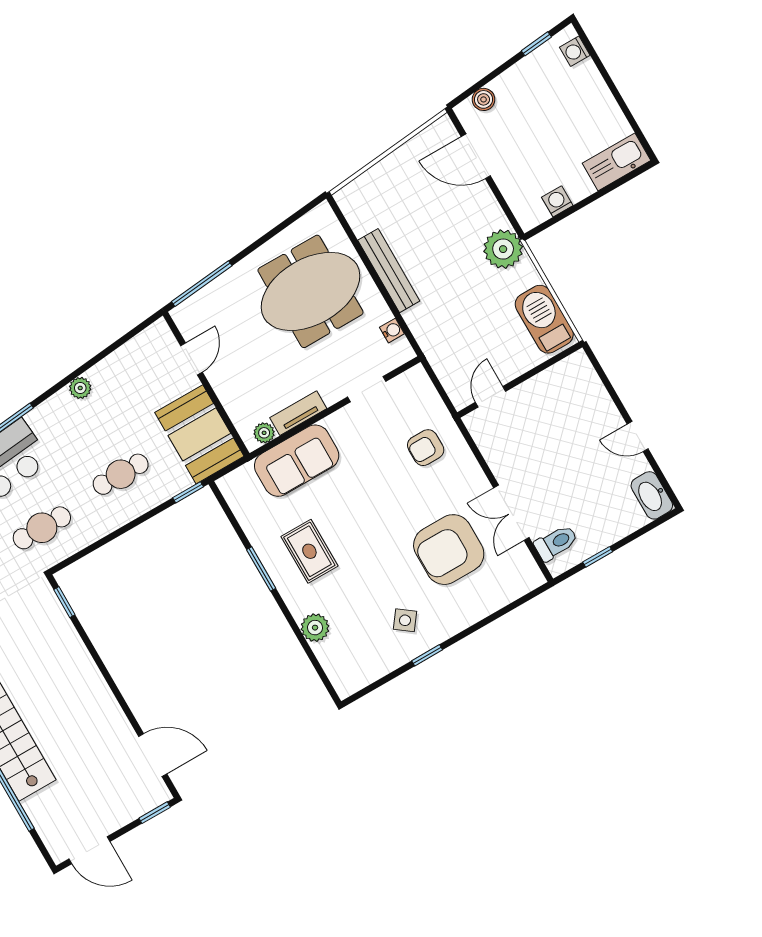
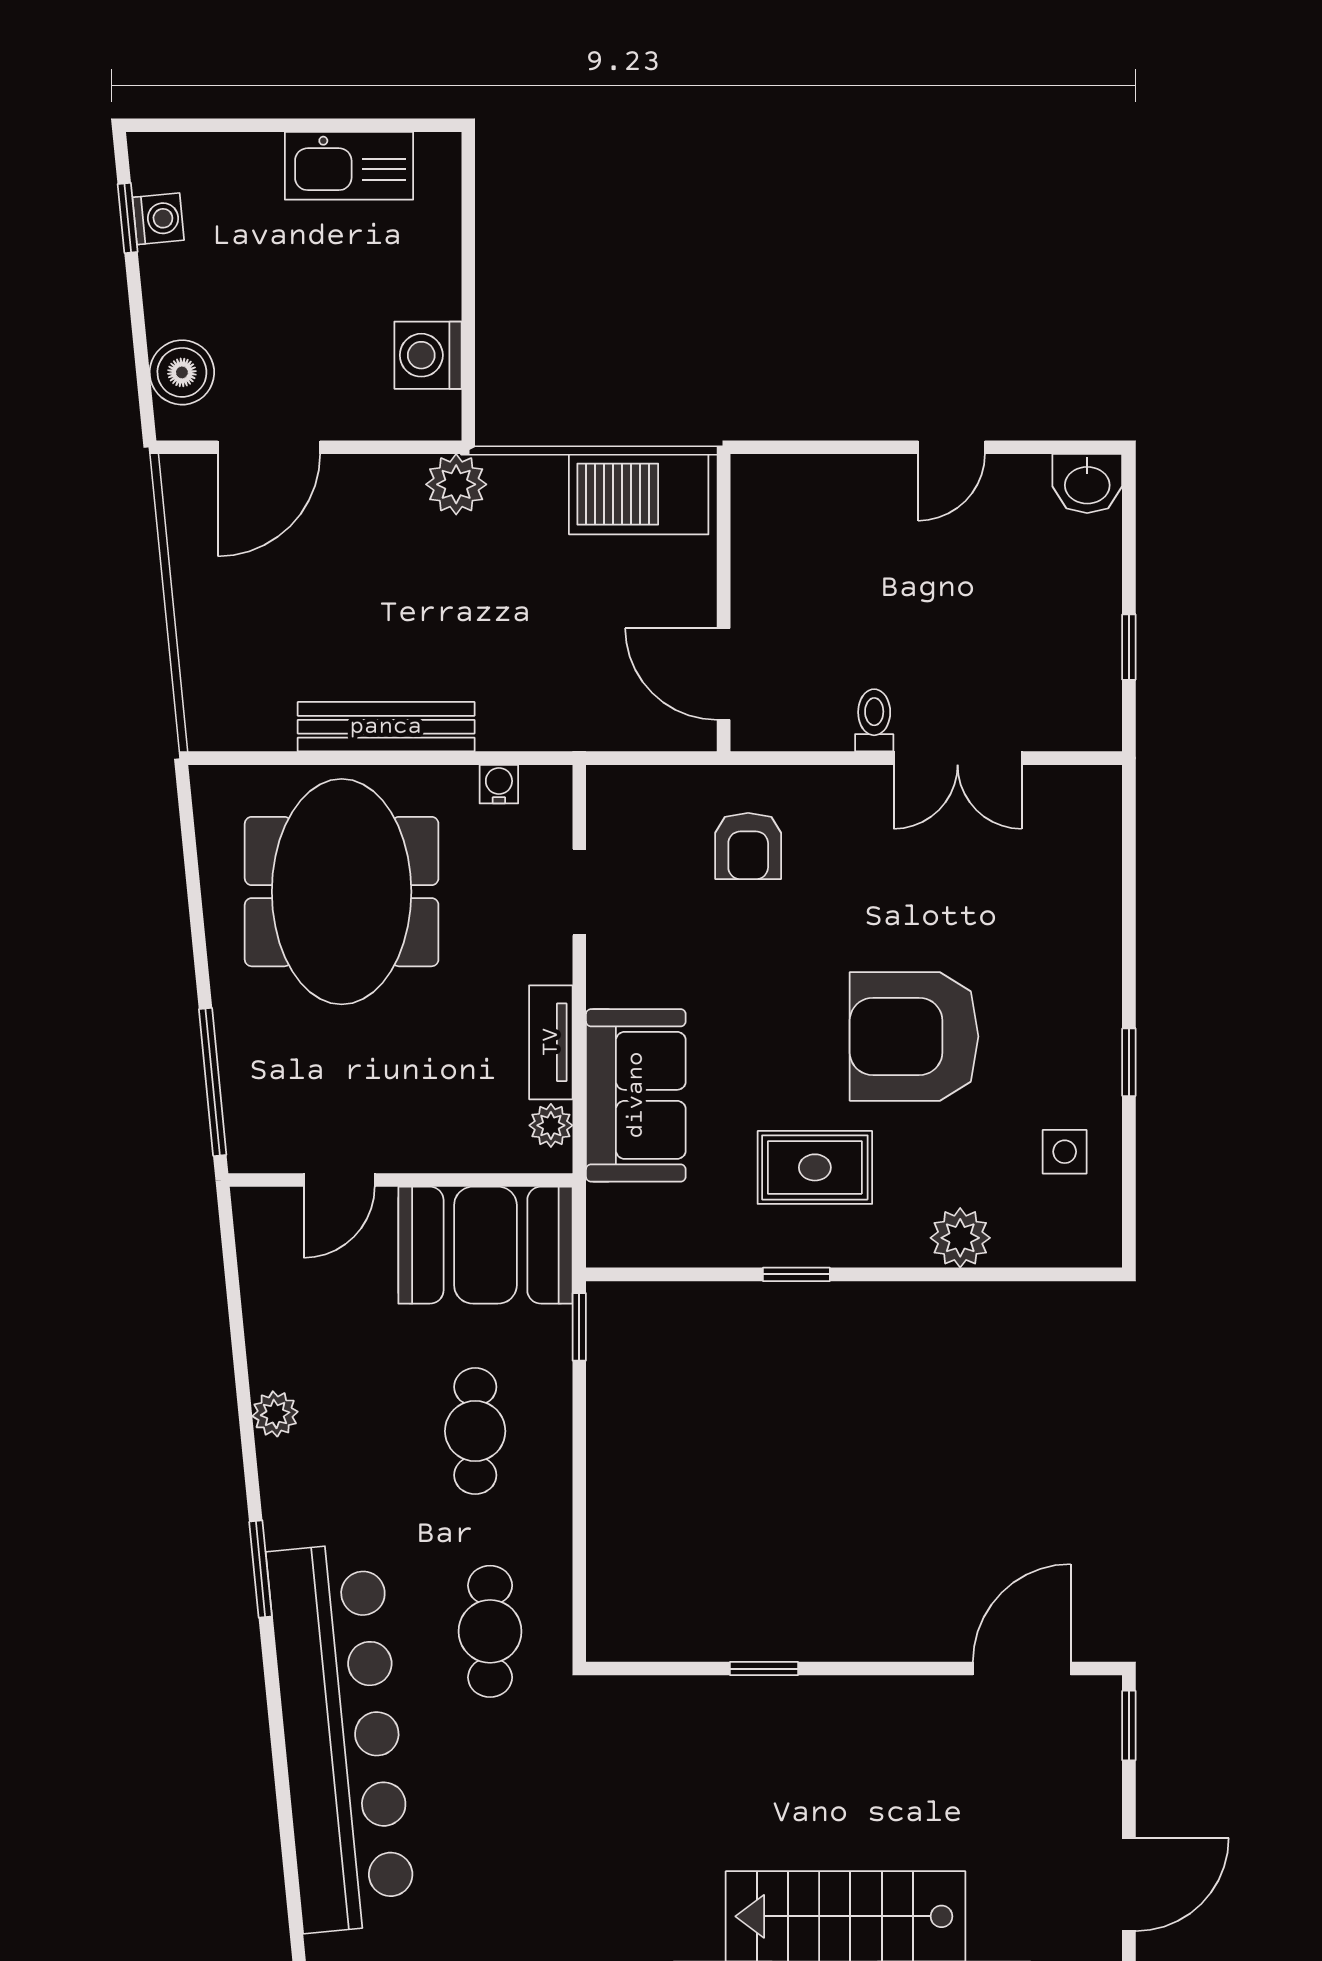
washing machine: (575, 51) -> (158, 219), moved, turned -96
boiler: (484, 99) -> (182, 372), width x1.36, depth x1.36
kitchen sink: (617, 162) -> (349, 166), moved, turned -90
washing machine: (557, 201) -> (428, 355), width x1.38, depth x1.38
plant: (503, 249) -> (456, 484), width x0.73, depth x0.73
door: (191, 359) -> (339, 1180), swing flipped
door: (491, 397) -> (724, 674), width x1.38
washbasin: (652, 495) -> (1087, 483), width x0.72
toilet: (556, 543) -> (874, 720), moved, width x0.73, depth x0.72
armchair: (449, 550) -> (914, 1036), moved, turned 90
window: (261, 569) -> (796, 1274), width x0.67
window: (64, 602) -> (764, 1669), moved
side table: (405, 620) -> (1065, 1152), moved, turned -37

